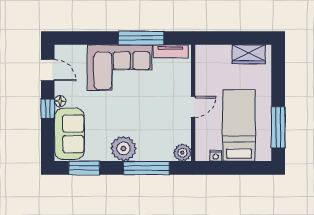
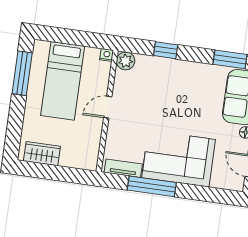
plant: (123, 149) -> (186, 74), removed
nightstand: (216, 156) -> (107, 55), moved
window: (146, 168) -> (166, 50), width x0.46

